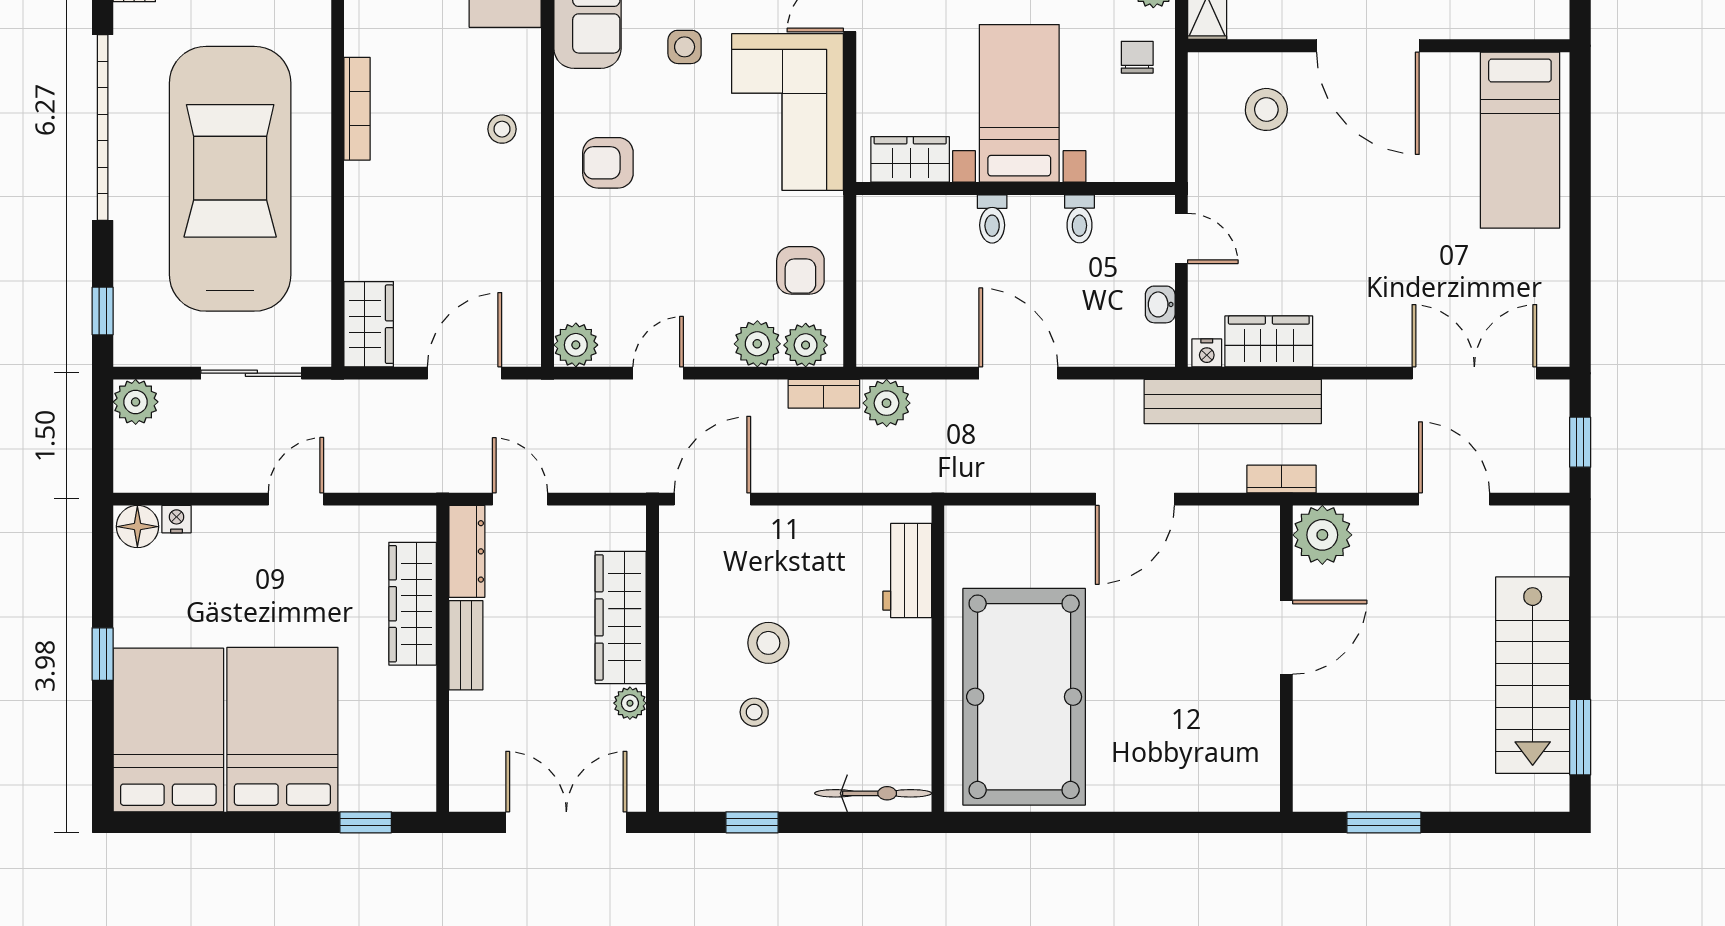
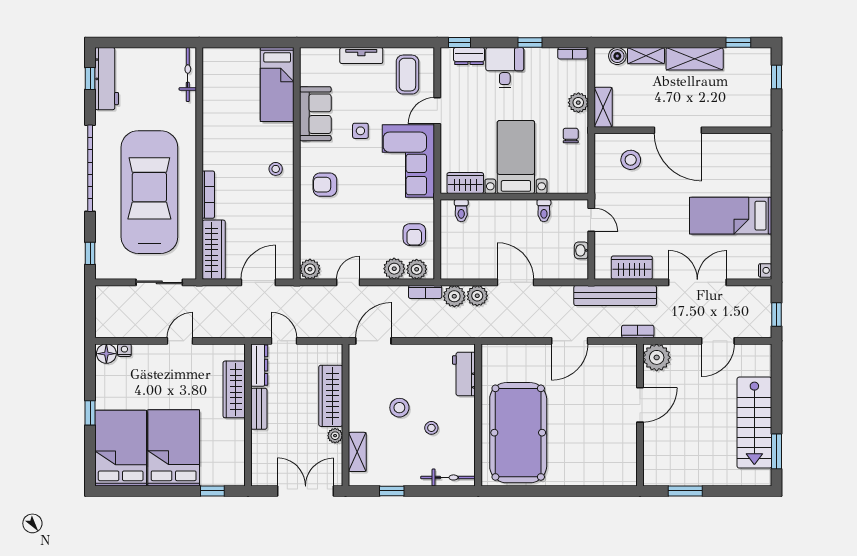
bookcase: (357, 109) -> (208, 195), moved
bed: (1520, 140) -> (731, 216), moved, turned 90
toilet: (992, 219) -> (461, 211), moved
wardrobe: (369, 324) -> (214, 250), width x1.50
nightstand: (1207, 353) -> (765, 270), moved, turned -90
double door: (1474, 373) -> (697, 282), moved
plant: (136, 402) -> (477, 296), moved
door: (1454, 499) -> (718, 341), swing flipped
stool: (754, 712) -> (431, 428), moved
shelving: (678, 738) -> (357, 452), added

